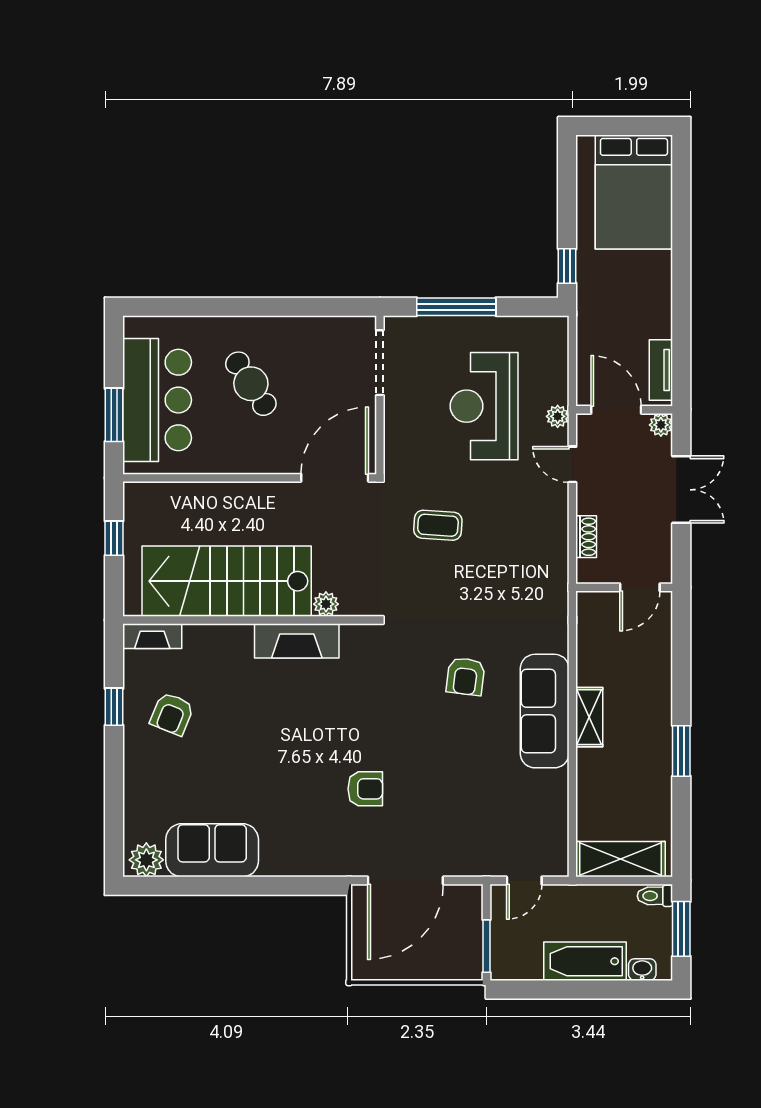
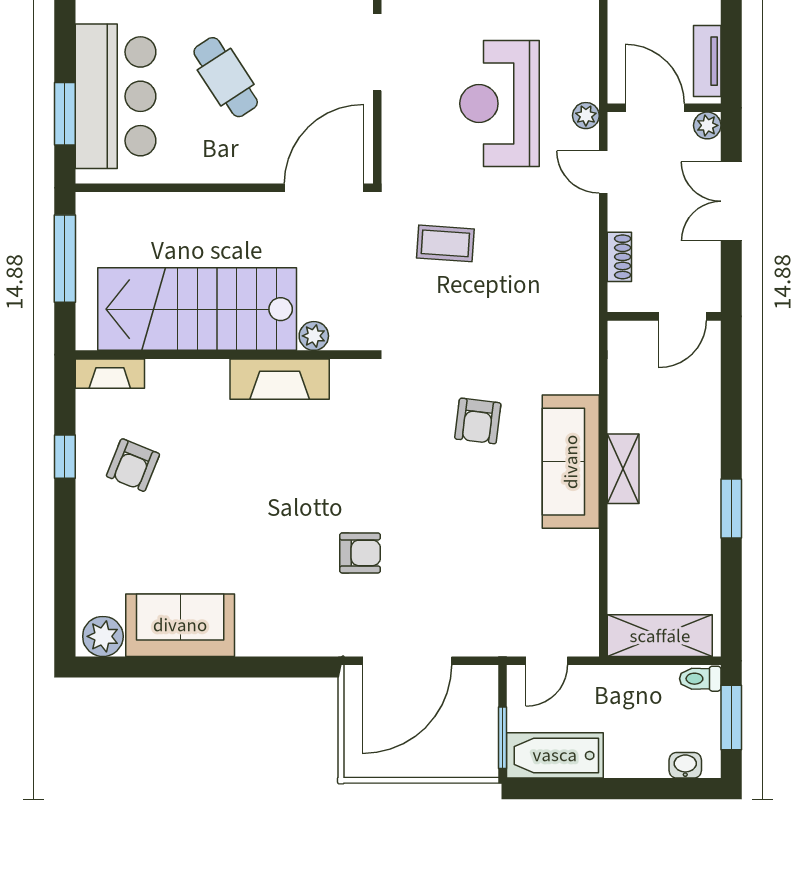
double door: (681, 490) -> (731, 201), swing flipped
window: (114, 538) -> (65, 259), width x2.17
bathtub: (585, 961) -> (555, 755), moved

